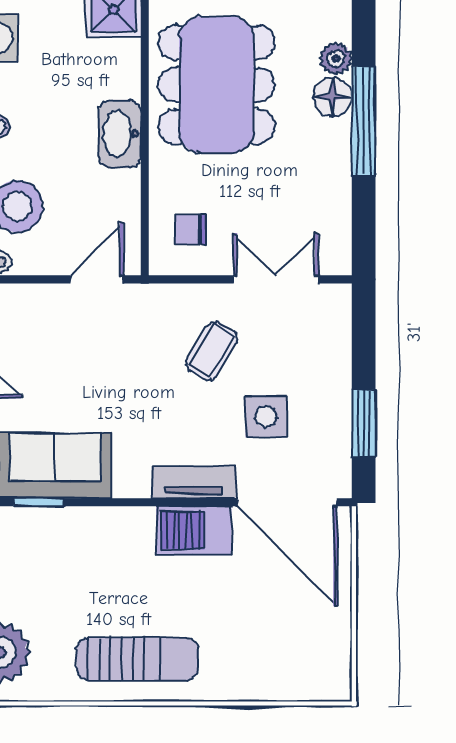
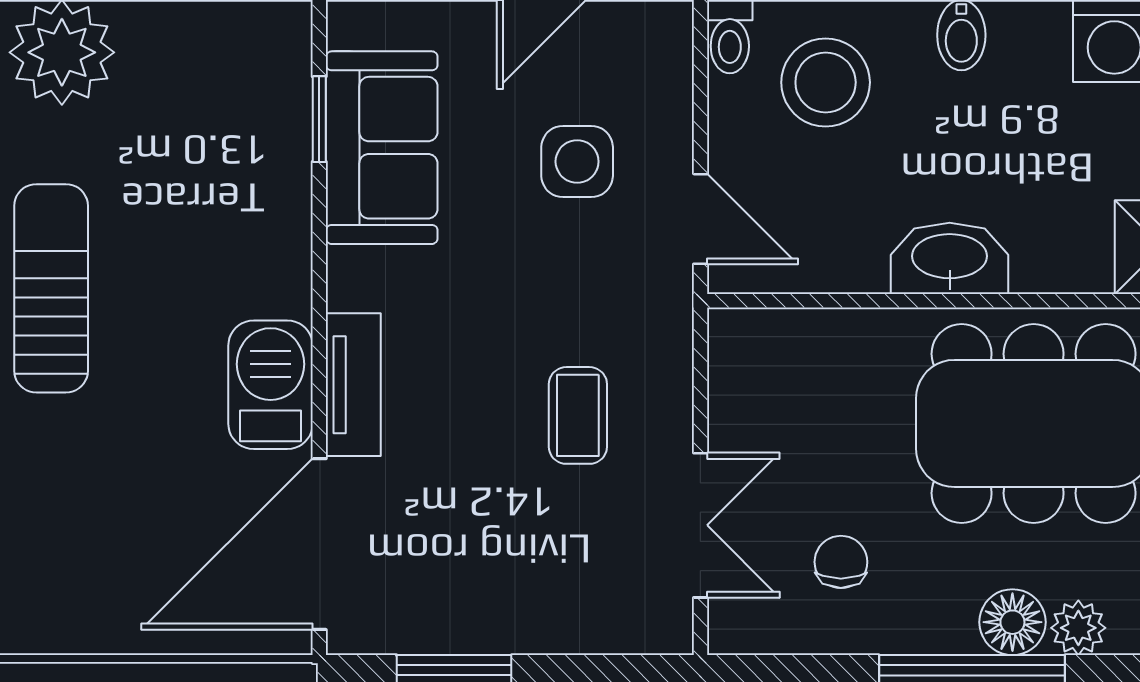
chair: (190, 230) -> (841, 562), moved
coffee table: (212, 351) -> (578, 415), turned 59
side table: (266, 417) -> (577, 162), moved
sun lounger: (137, 659) -> (51, 288), turned 180

